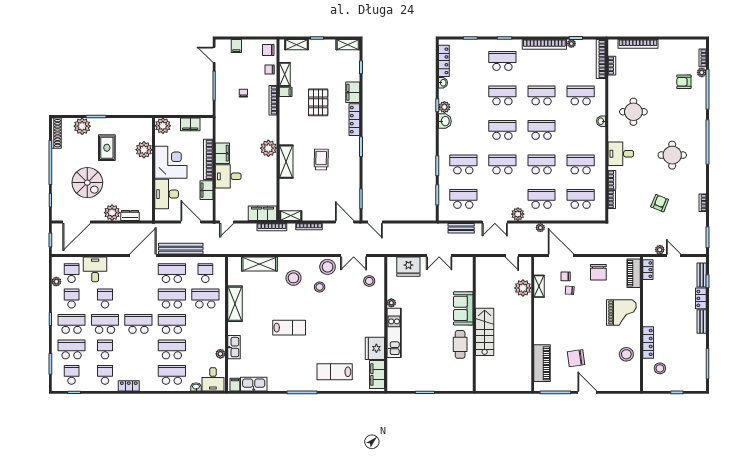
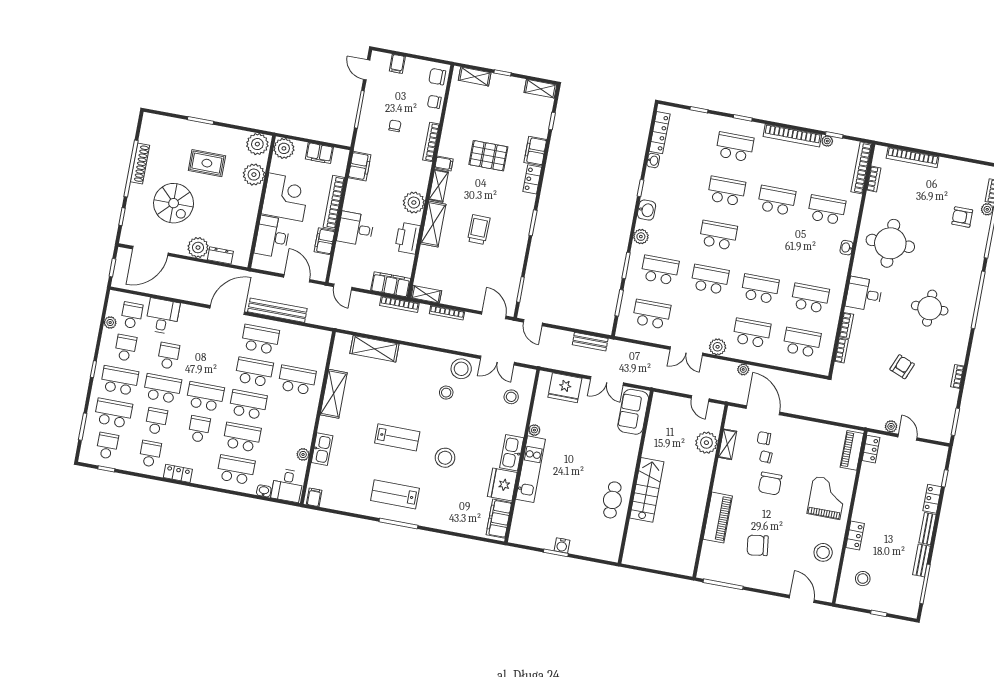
shelving: (285, 74) -> (439, 186), moved
filing cabinet: (286, 92) -> (444, 164), moved
pallet: (318, 102) -> (488, 156), turned 90
plant: (444, 107) -> (641, 237), moved
round table: (633, 112) -> (890, 243), width x1.36, depth x1.36
locker: (354, 120) -> (532, 179), width x0.66
plant: (82, 126) -> (257, 144), moved
school desk: (542, 130) -> (768, 245), removed
shoe rack: (56, 133) -> (140, 163), moved
rug: (107, 148) -> (207, 163), turned 90
filing cabinet: (222, 153) -> (360, 166), moved
printer: (269, 176) -> (408, 238), added
door: (227, 222) -> (343, 287), hinge flipped
bench: (461, 228) -> (590, 342), moved
chair: (598, 272) -> (770, 484), moved
school desk: (205, 273) -> (199, 429), moved
bench: (702, 275) -> (921, 560), moved
stool: (293, 278) -> (445, 458), moved
sofa: (463, 308) -> (633, 412), moved
grand piano: (621, 313) -> (827, 498), turned -90
locker: (648, 342) -> (855, 535), width x0.66
piano: (542, 363) -> (718, 518), moved
lab bench: (335, 372) -> (395, 494), moved
kitchen sink: (254, 384) -> (512, 453), moved, turned -90
water cooler: (428, 386) -> (562, 545), added
door: (587, 392) -> (802, 599), moved

